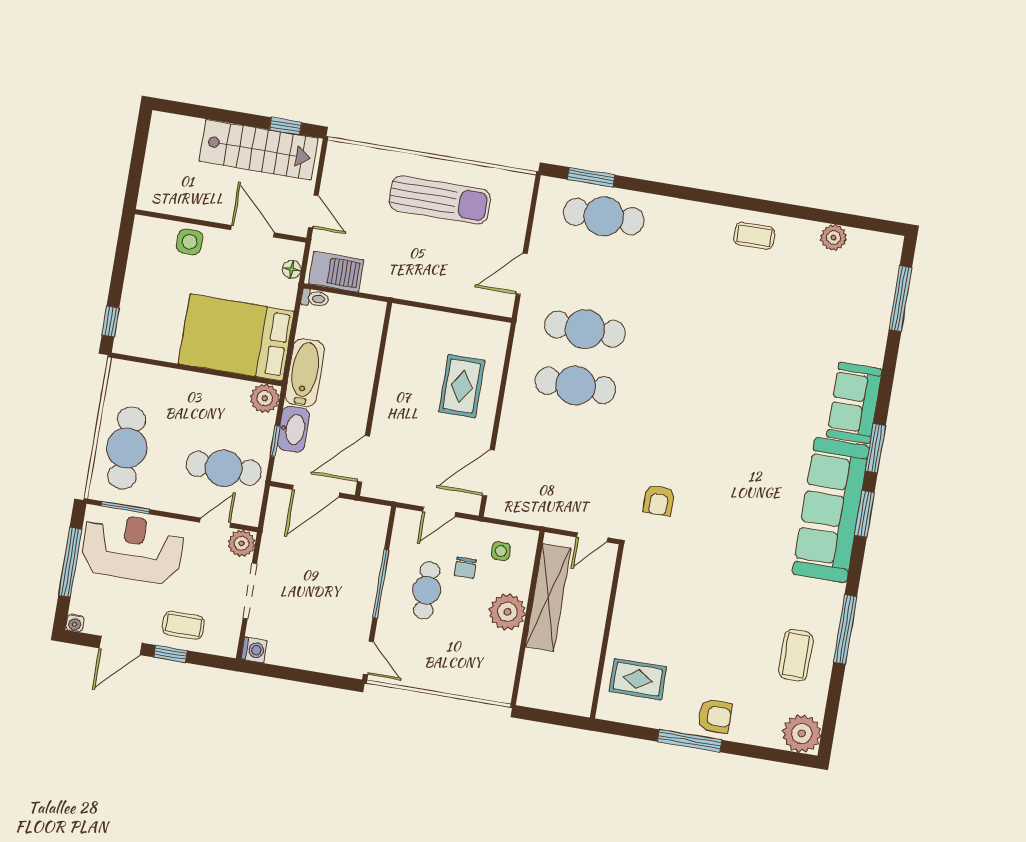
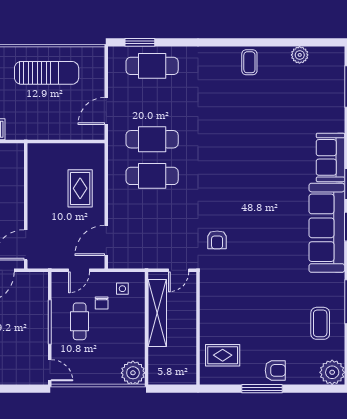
coffee table: (754, 236) -> (249, 62), turned 90
plant: (507, 612) -> (133, 373), moved

